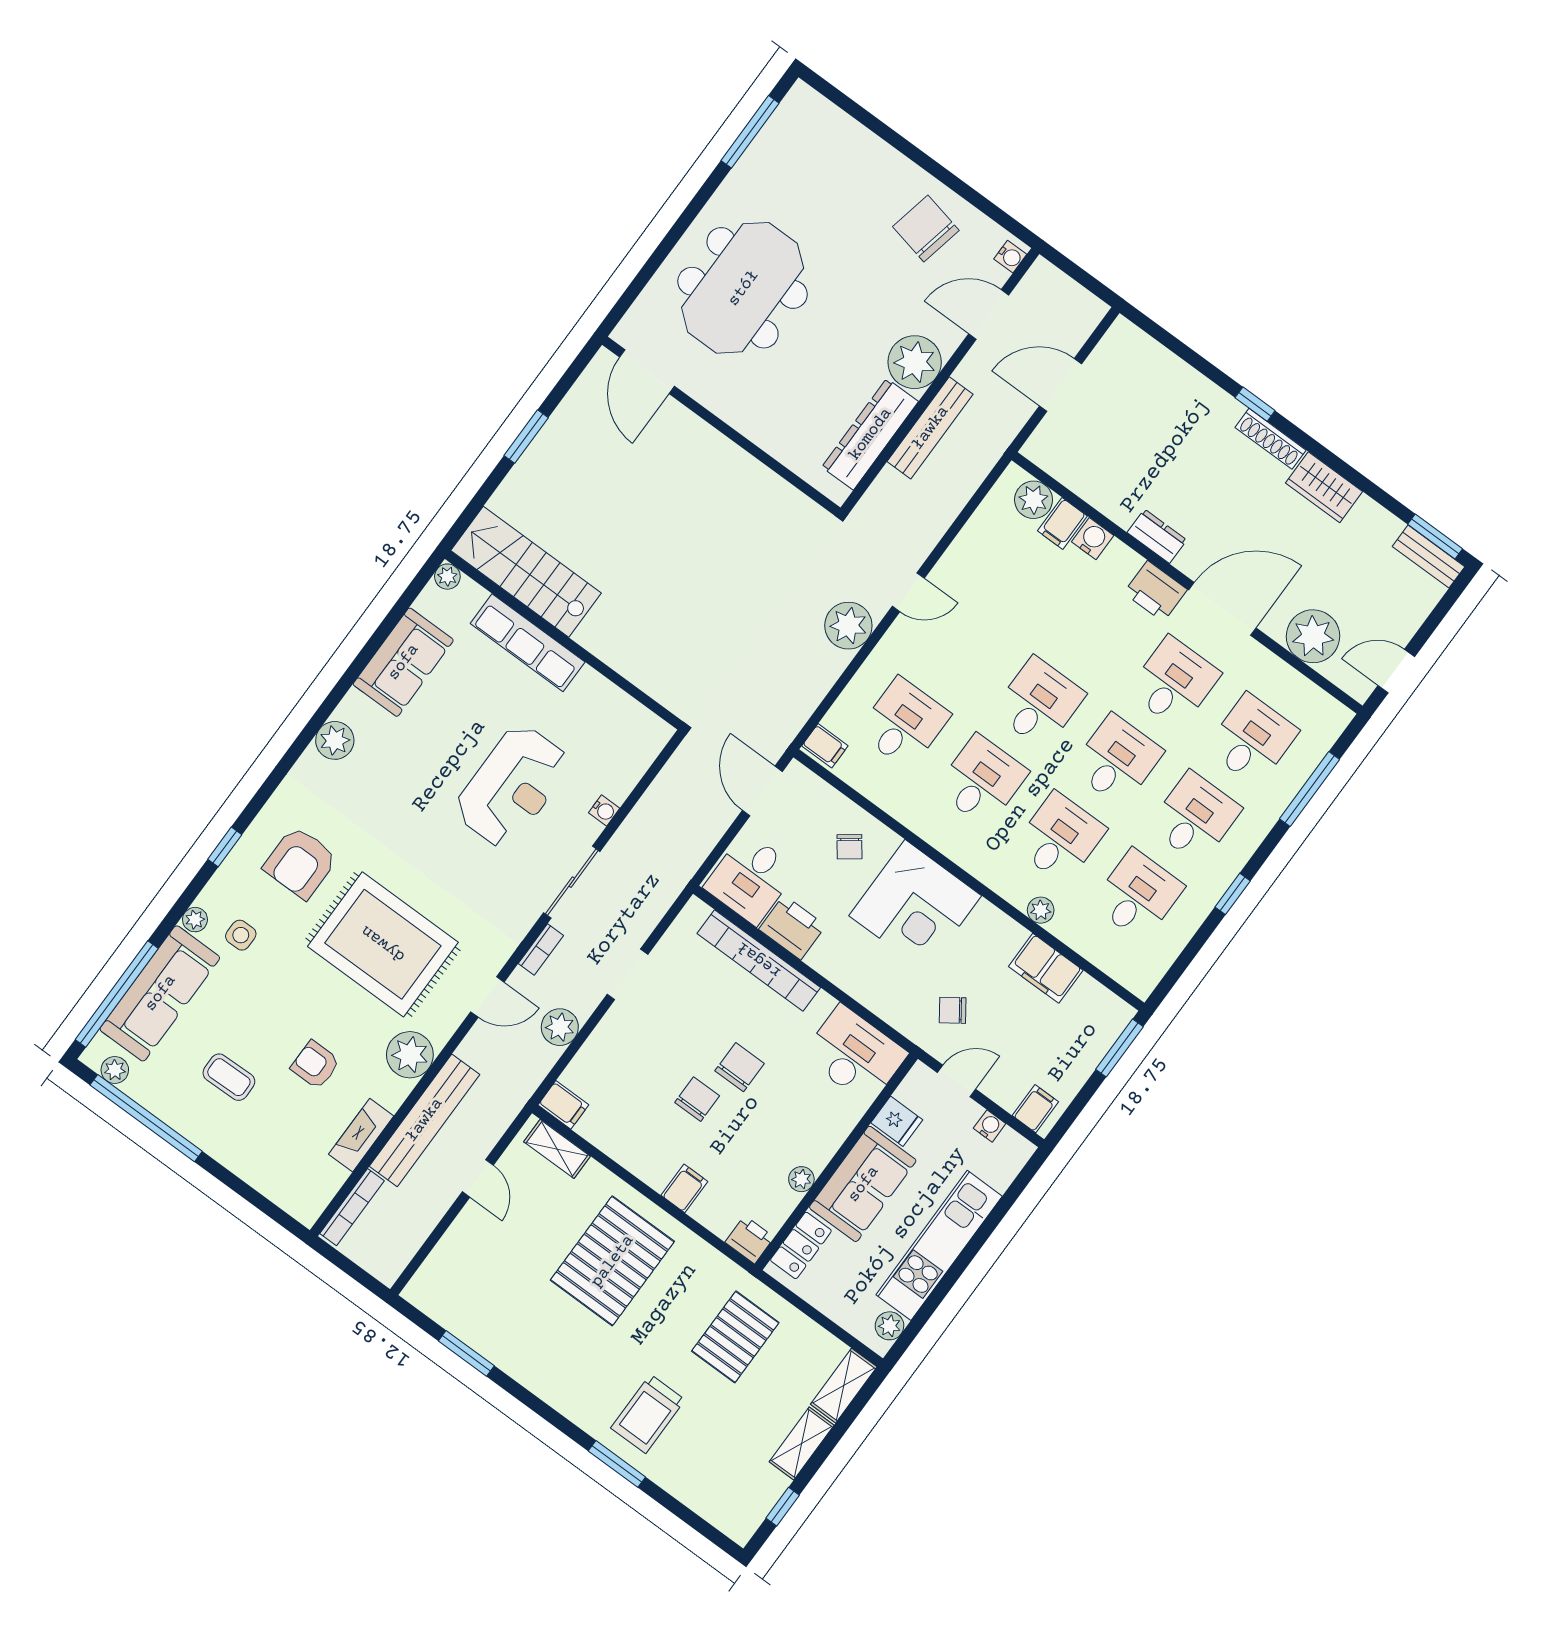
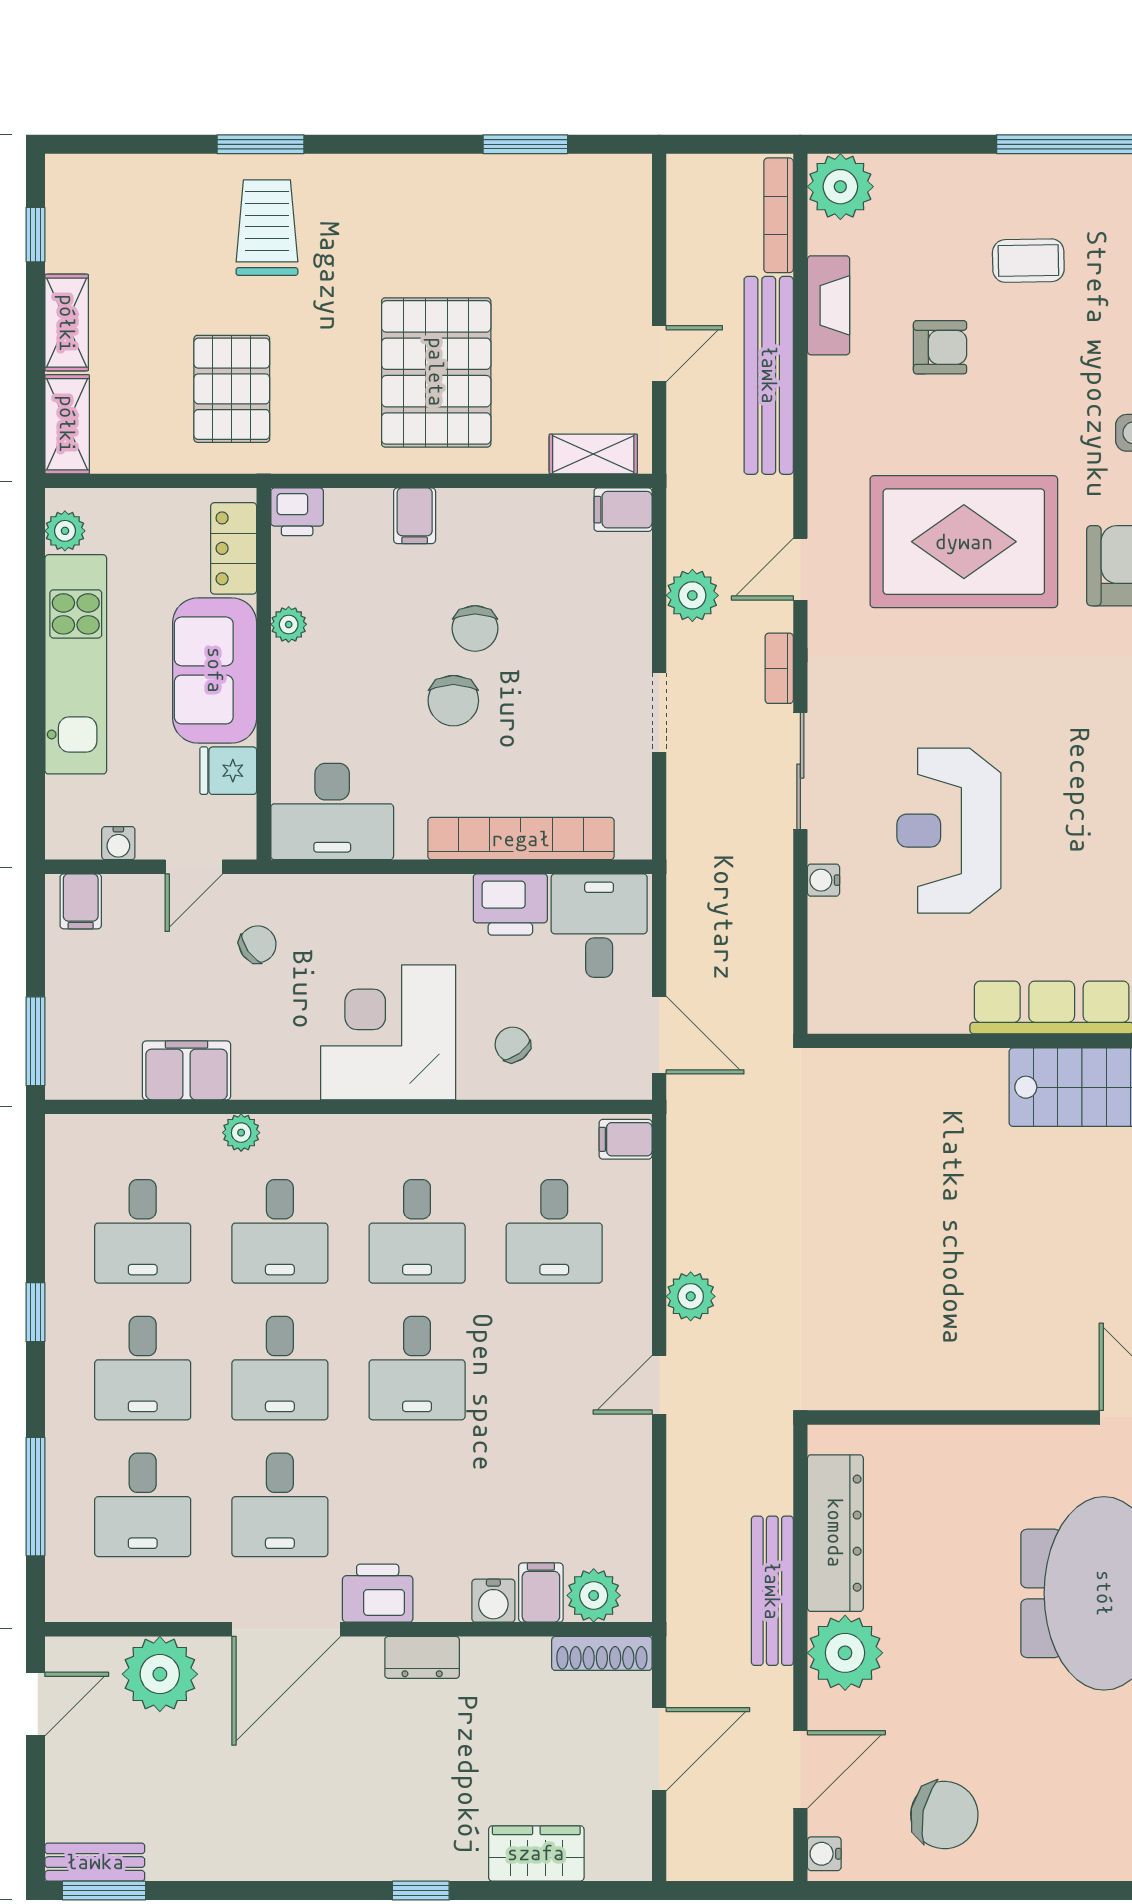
shoe rack: (1271, 439) -> (602, 1653), moved, turned 180
wardrobe: (1324, 487) -> (536, 1853), moved
plant: (848, 626) -> (691, 1296), width x0.73, depth x0.73
plant: (410, 1055) -> (840, 187), moved
door: (478, 1178) -> (659, 354), swing flipped

